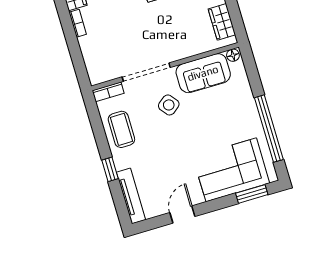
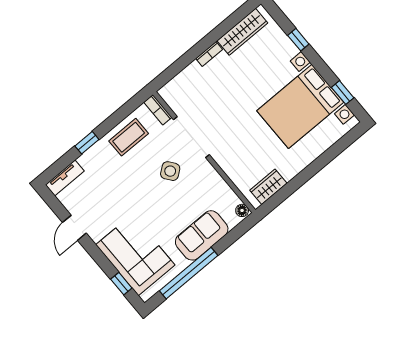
sofa: (203, 73) -> (202, 235), moved, turned 90
window: (252, 194) -> (121, 284), width x0.67
tv unit: (131, 196) -> (65, 178), width x0.71
door: (182, 214) -> (74, 228), swing flipped

